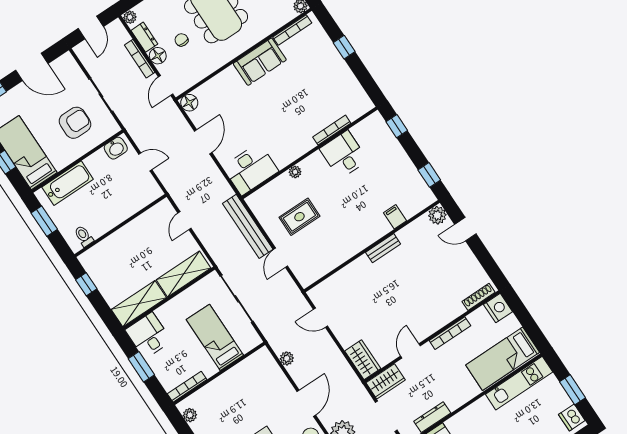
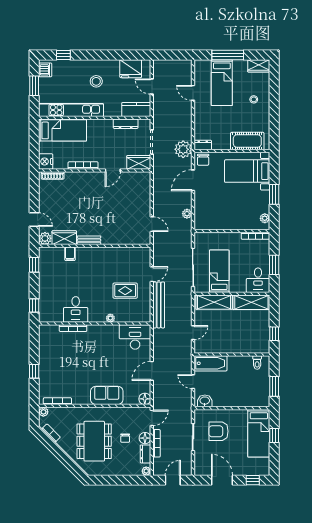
sofa: (260, 62) -> (107, 395), moved
bathtub: (68, 183) -> (211, 363), moved, turned 180
bed: (215, 337) -> (219, 271), moved, turned 180
wardrobe: (363, 360) -> (64, 238), moved, turned 90
kitchen unit: (519, 383) -> (71, 110), width x1.36

